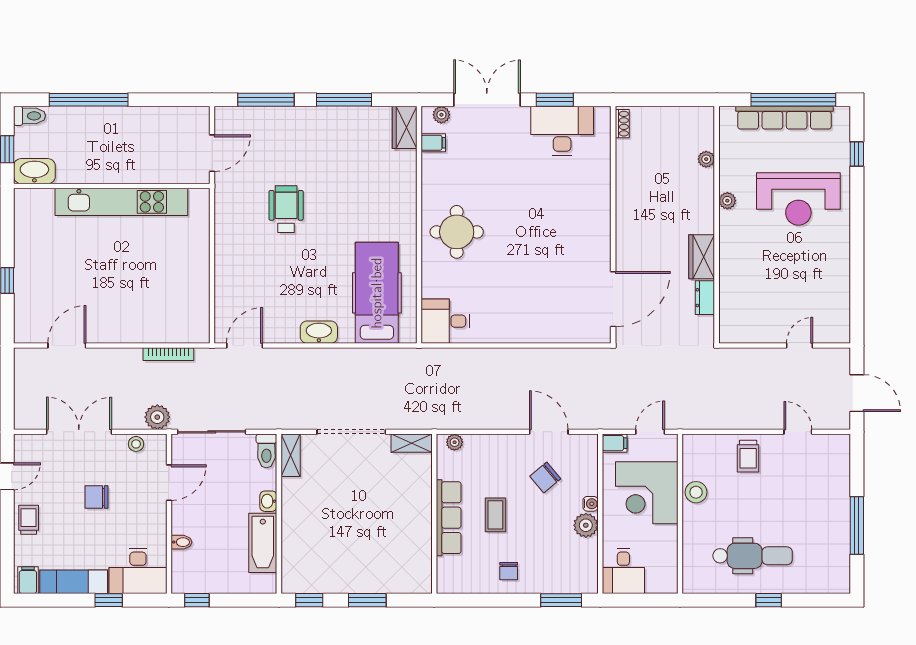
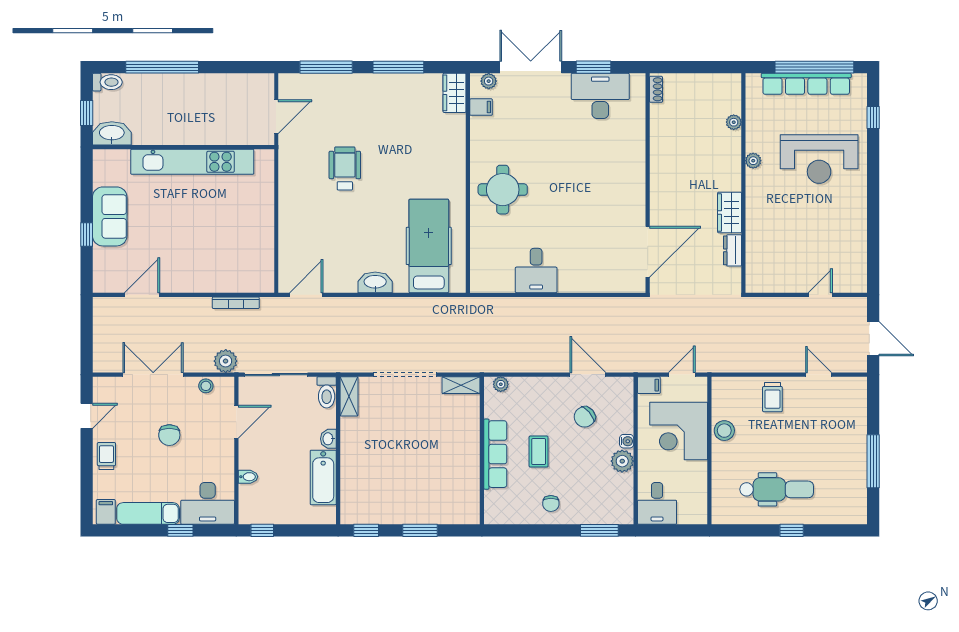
sofa: (32, 261) -> (110, 216), added
desk: (445, 321) -> (536, 271), moved, turned -90
chair: (97, 497) -> (169, 435), turned -90

